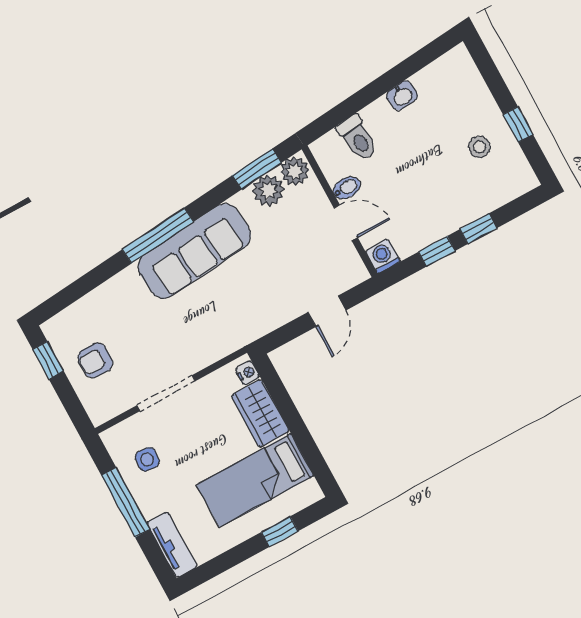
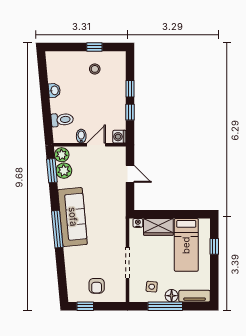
floor lamp: (150, 503) -> (172, 296), added

